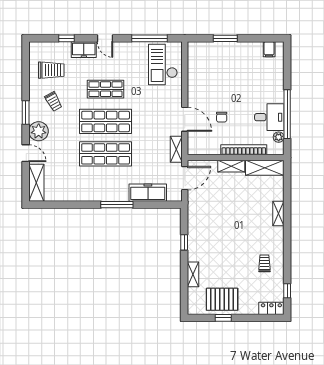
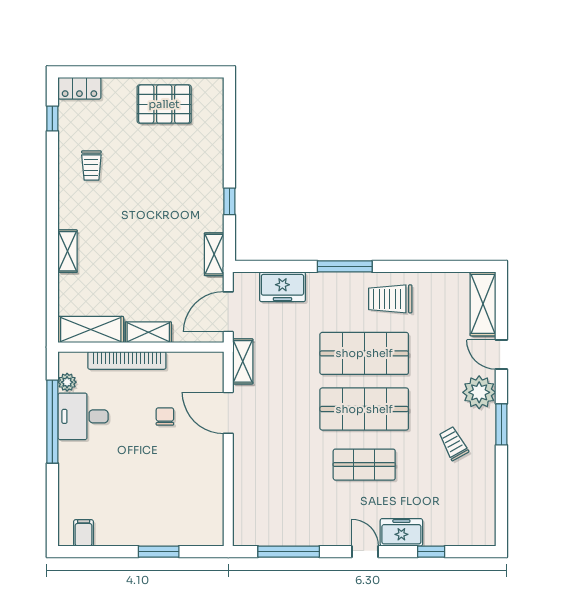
checkout: (163, 64) -> (266, 507), removed
trolley: (51, 70) -> (390, 299), moved
freezer: (148, 193) -> (282, 287), width x0.71
shelving: (193, 274) -> (214, 254), moved
window: (223, 318) -> (162, 72), removed

